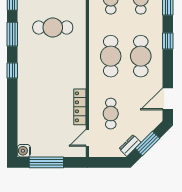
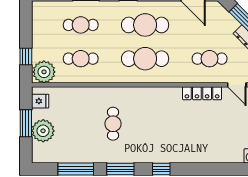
cafe table: (53, 27) -> (113, 124), width x0.73, depth x0.74

